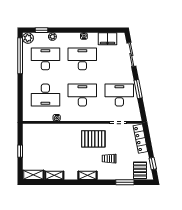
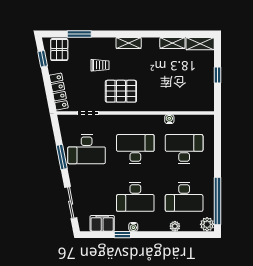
window: (42, 30) -> (122, 235), moved
desk: (82, 95) -> (135, 149), turned 180

